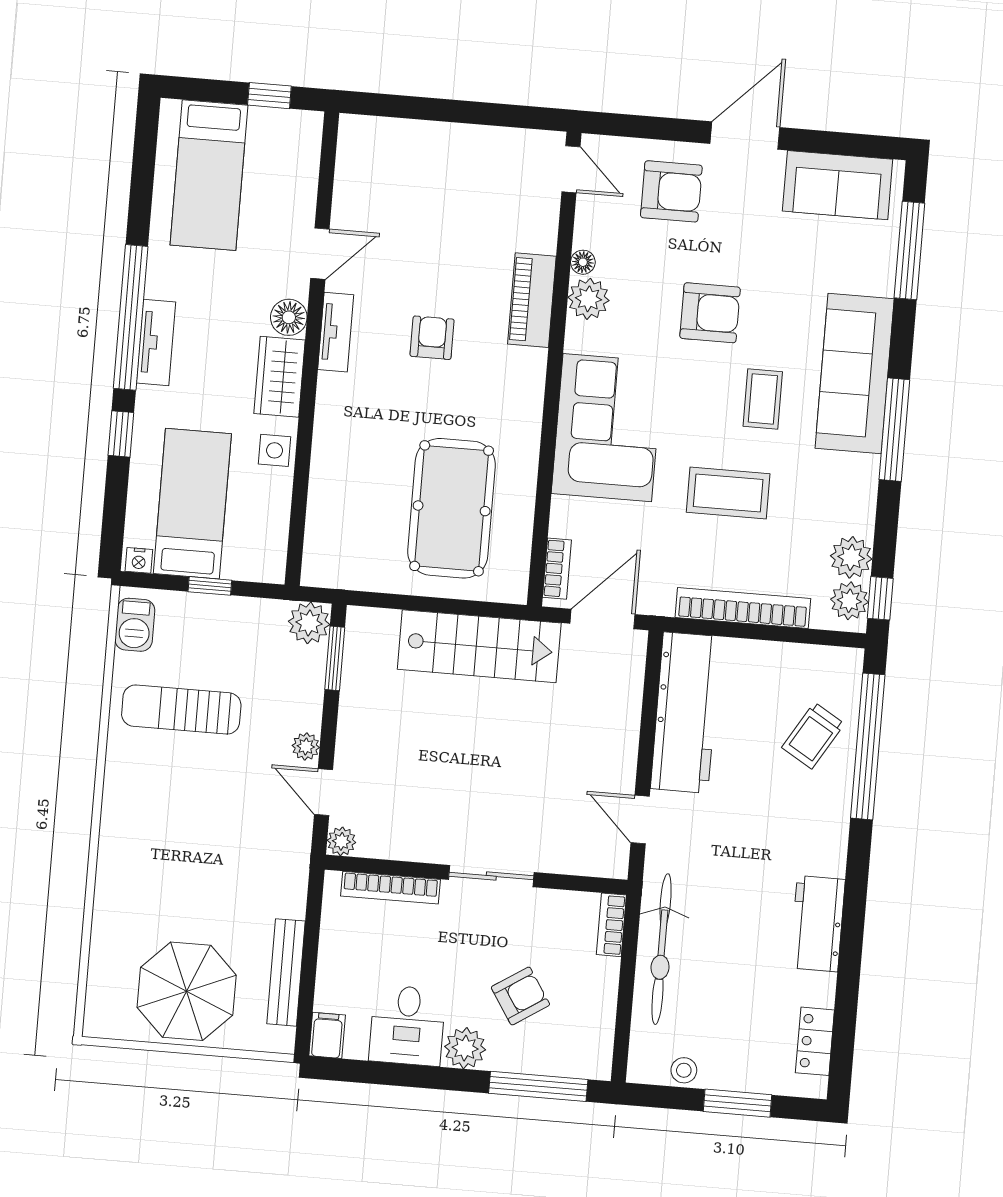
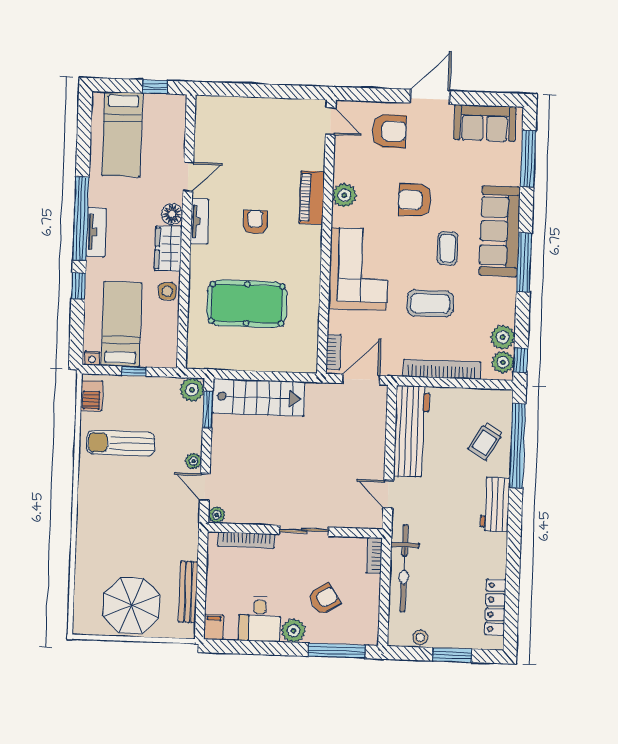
floor lamp: (583, 262) -> (340, 174), removed
armchair: (710, 313) -> (415, 200), turned 180
pool table: (452, 508) -> (247, 304), moved, turned 90
stairs: (479, 646) -> (258, 397), moved
workbench: (817, 924) -> (495, 504), moved
locker: (815, 1041) -> (495, 607), width x1.53

